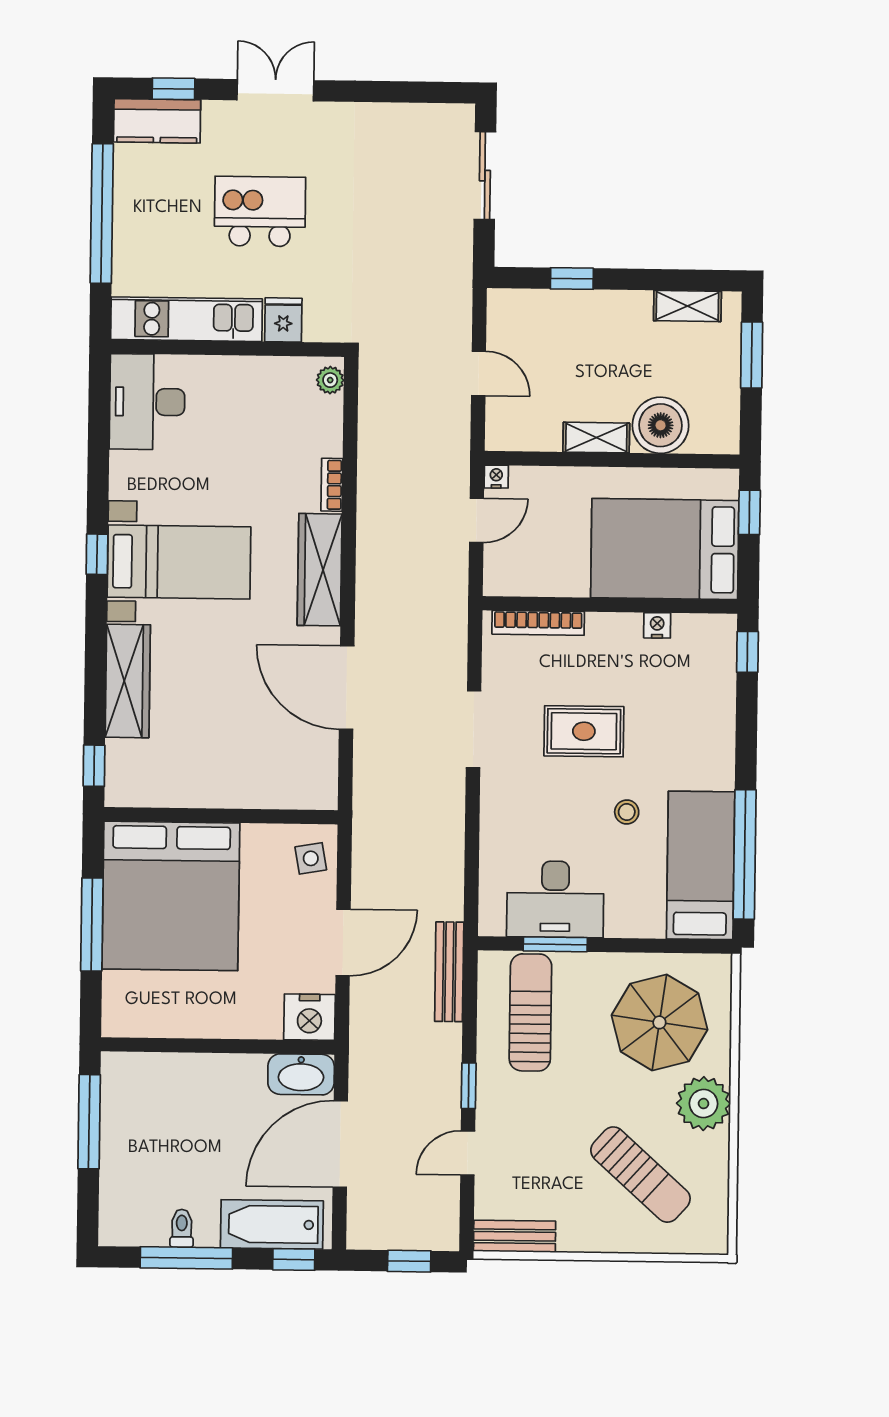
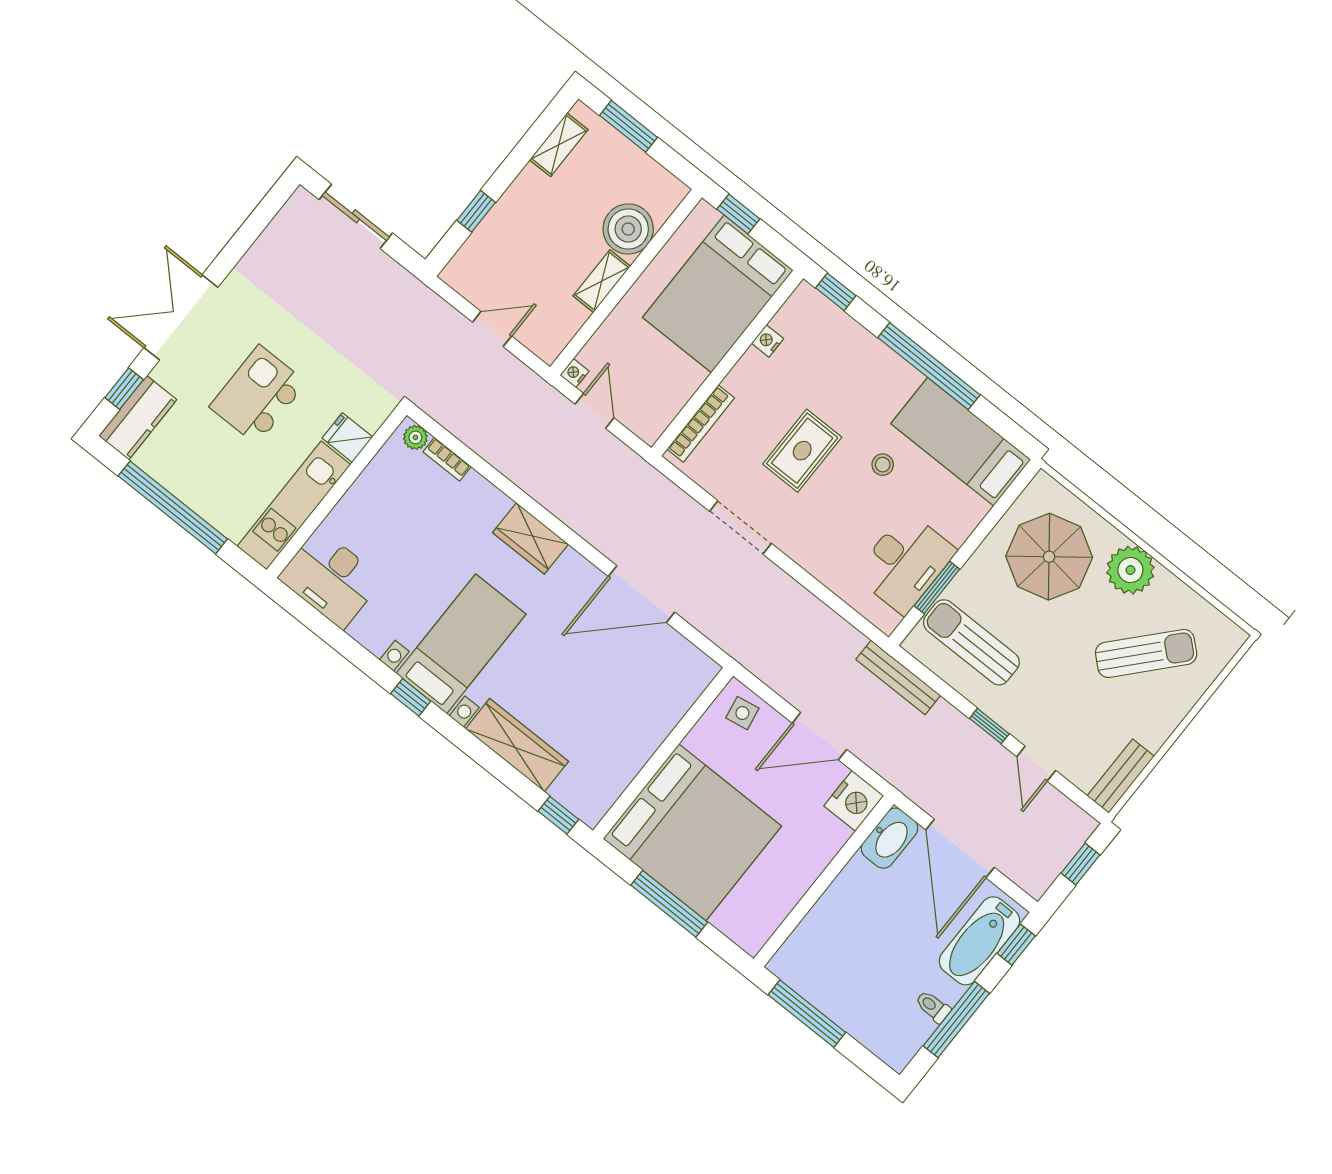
double door: (275, 90) -> (181, 317), width x1.37
bookcase: (332, 485) -> (447, 459), moved
wardrobe: (320, 570) -> (530, 538), width x0.67
window: (745, 854) -> (929, 366), moved
door: (343, 942) -> (819, 736), swing flipped

